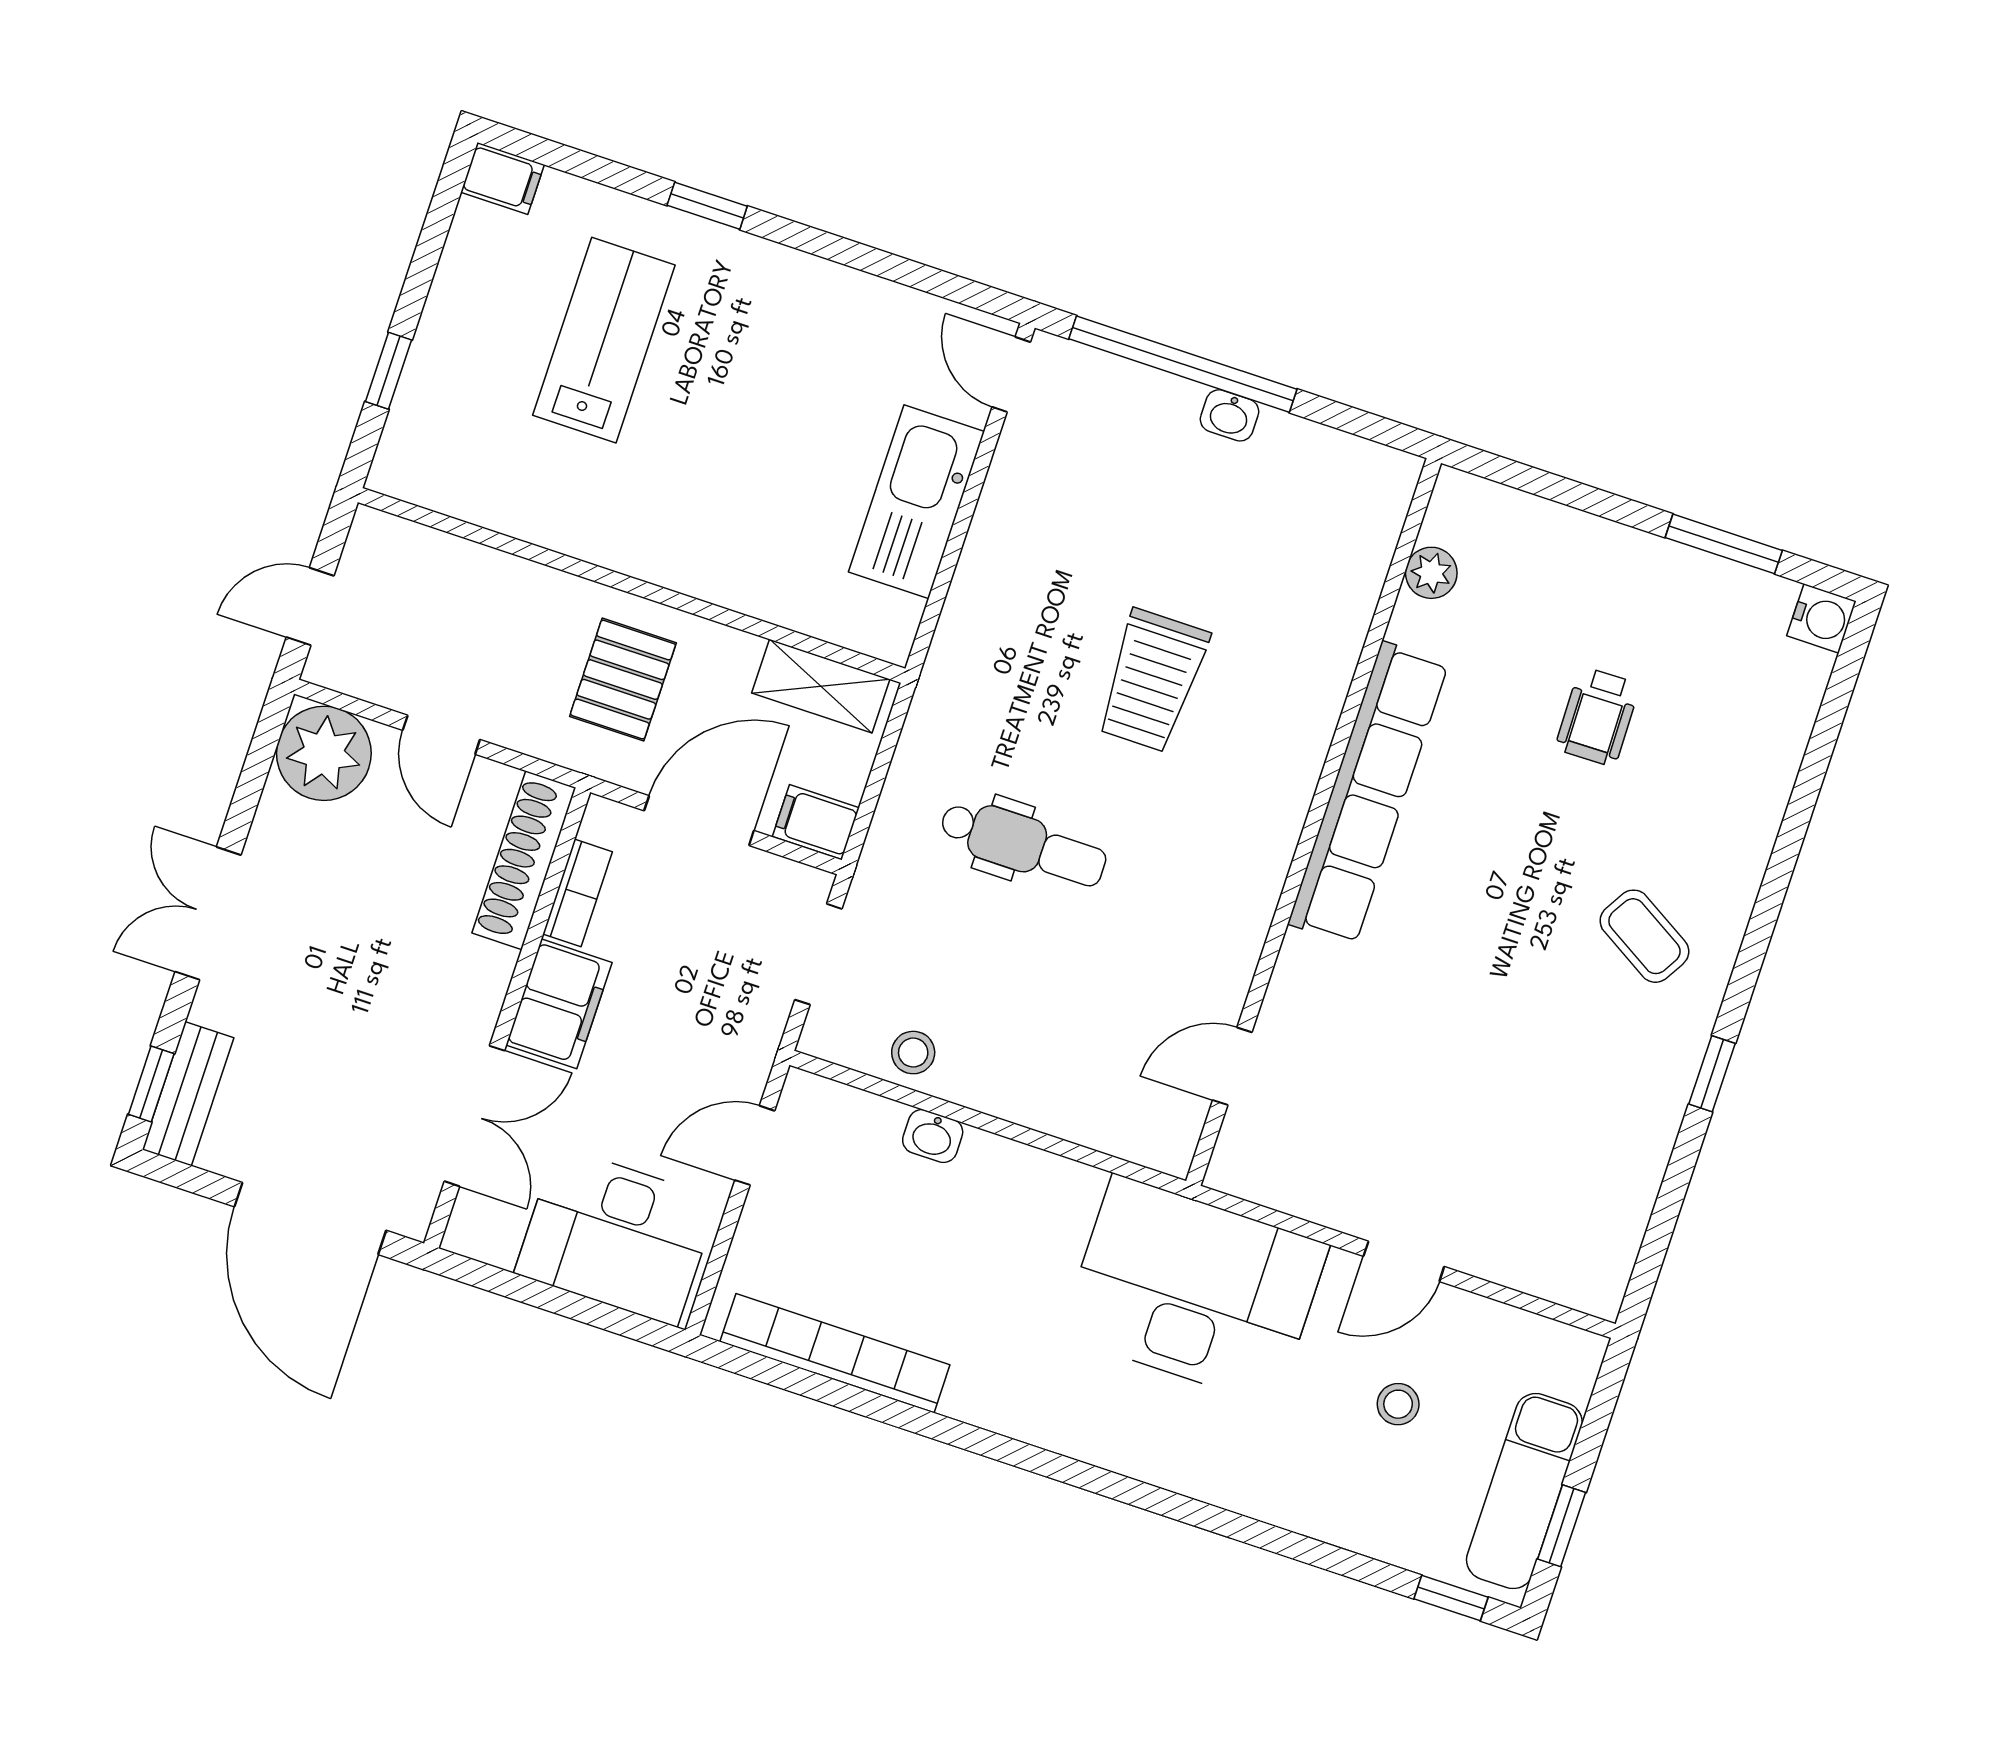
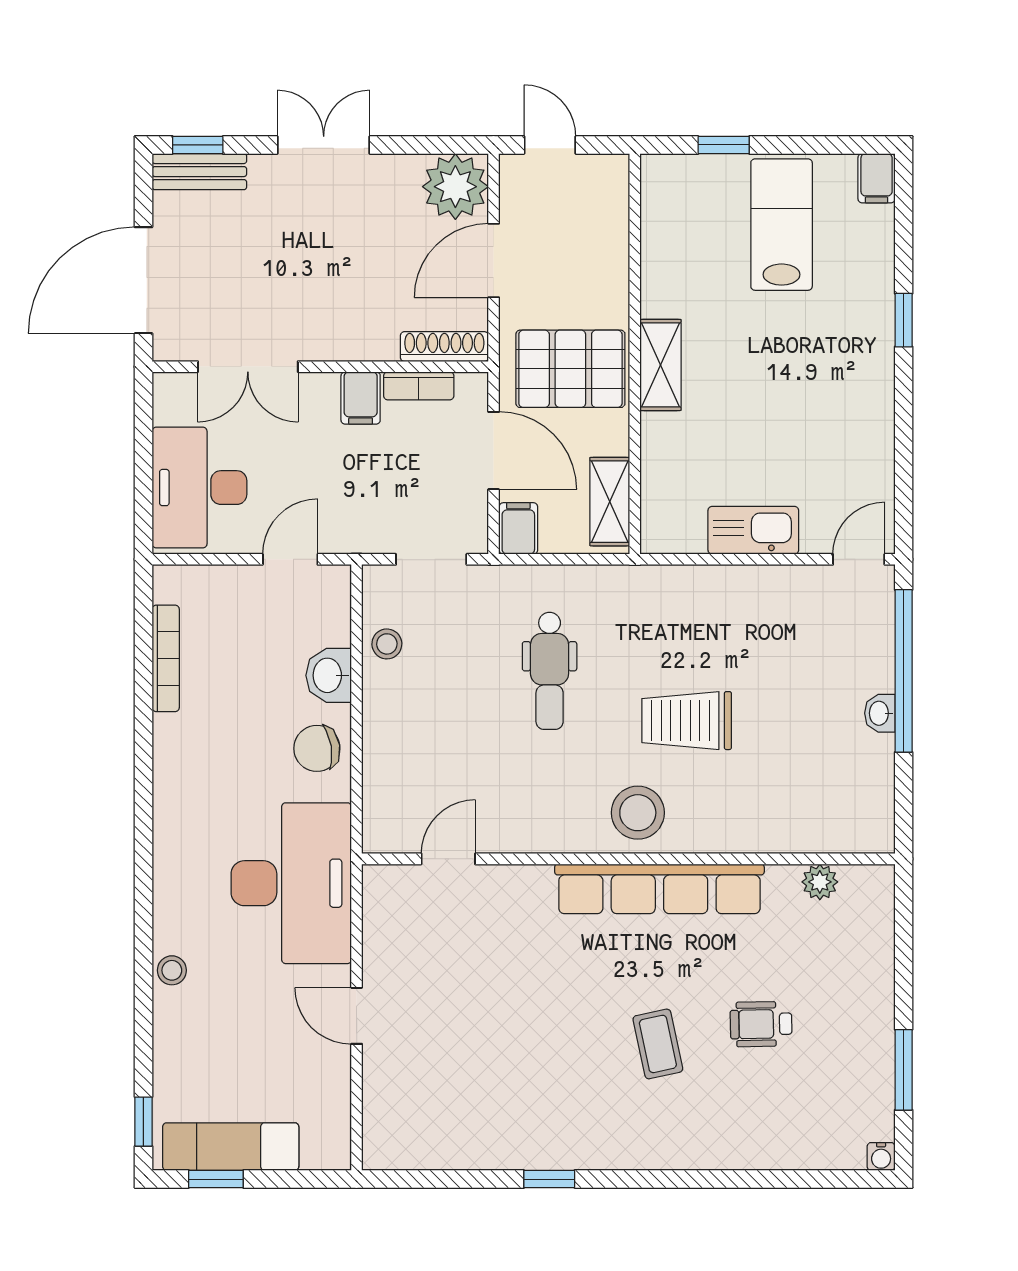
lab bench: (604, 340) -> (782, 225), moved, turned -90
kitchen sink: (916, 502) -> (753, 530), width x0.73, depth x0.81
shelving: (658, 556) -> (660, 365), added
water cooler: (1821, 618) -> (881, 1156), width x0.72, depth x0.72
pallet: (623, 680) -> (570, 369), width x1.50, depth x1.42
door: (441, 735) -> (494, 260), width x1.38
stool: (1255, 788) -> (638, 813), added
shoe rack: (524, 860) -> (444, 347), width x0.74, depth x0.81
coffee table: (1644, 936) -> (658, 1044), moved, turned -43
filing cabinet: (559, 1004) -> (361, 398), width x0.50
door: (1232, 1066) -> (448, 859), hinge flipped
washbasin: (933, 1136) -> (329, 675), width x1.38, depth x1.45
door: (755, 1145) -> (290, 559), hinge flipped
chair: (1023, 1195) -> (317, 748), added
bookcase: (835, 1353) -> (166, 658), width x0.68, depth x0.76
stool: (1398, 1404) -> (172, 970), moved

